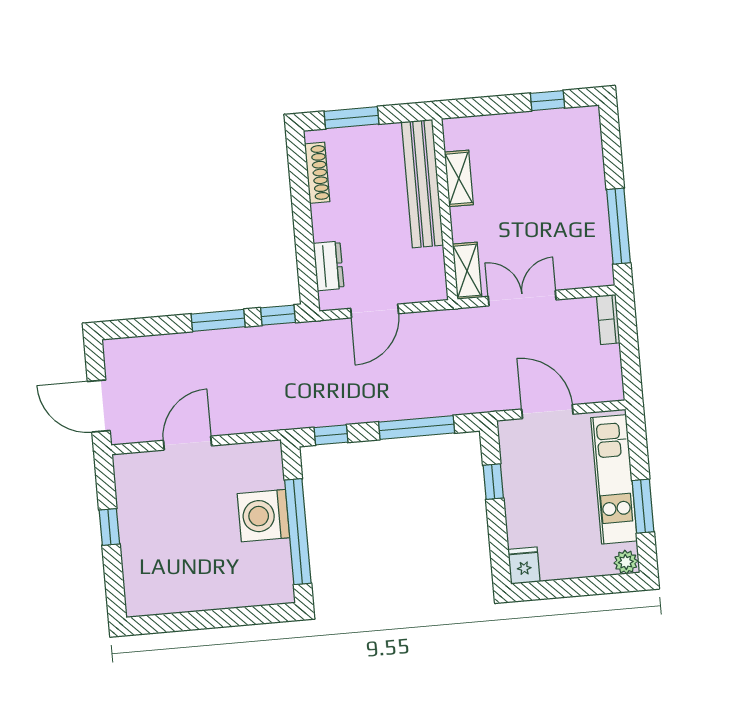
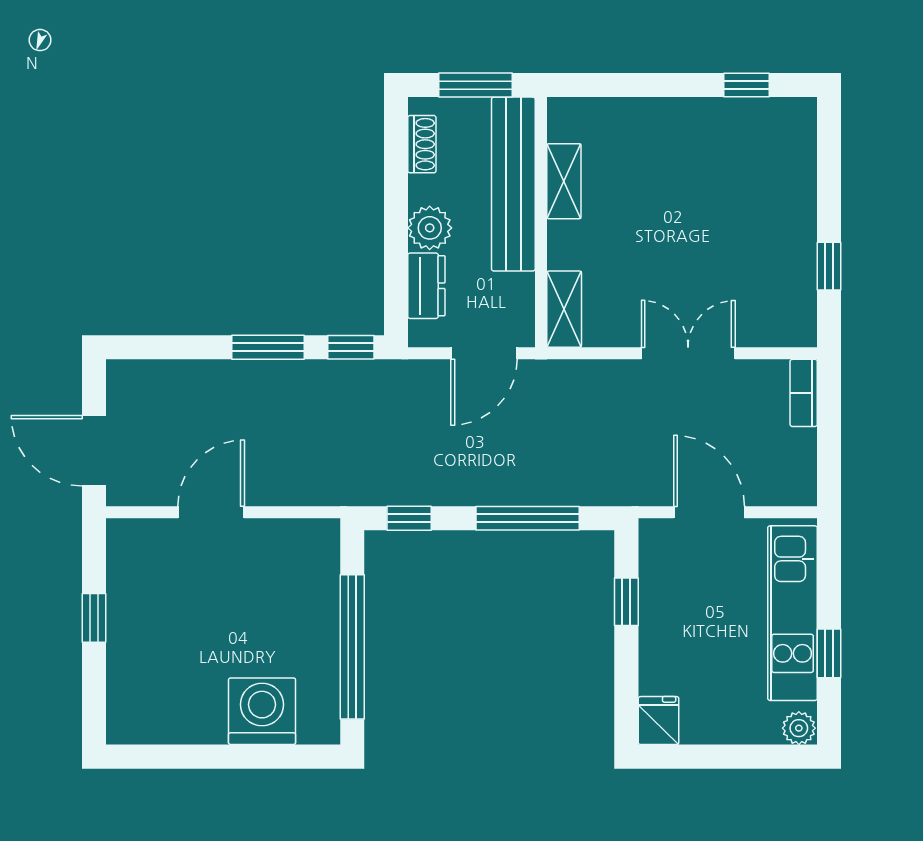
shoe rack: (317, 173) -> (422, 144), width x0.70
shelving: (459, 178) -> (564, 181), moved
bench: (422, 184) -> (513, 184), moved
wall: (445, 209) -> (541, 222), moved
plant: (327, 224) -> (430, 228), added
window: (618, 226) -> (829, 266), width x0.46
shelving: (467, 271) -> (564, 309), moved
window: (643, 506) -> (829, 653), width x0.67
washing machine: (263, 516) -> (262, 711), moved, turned 90

